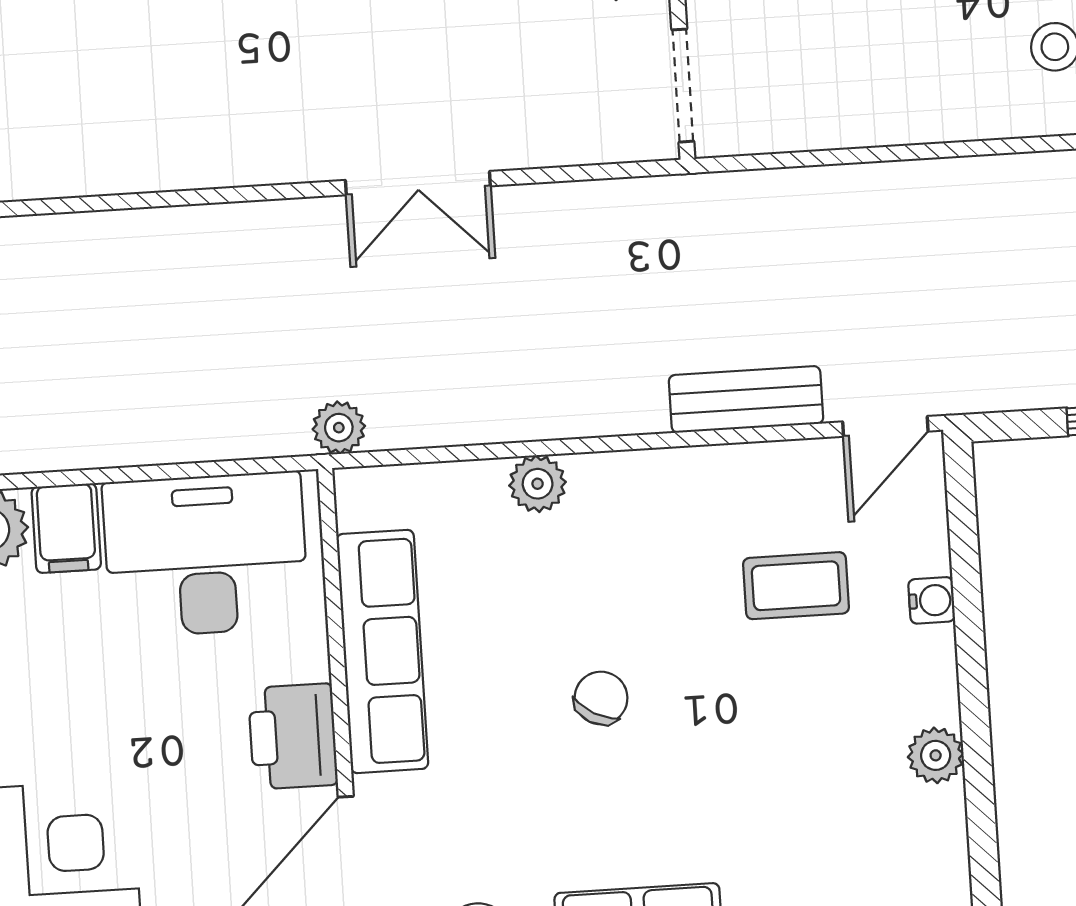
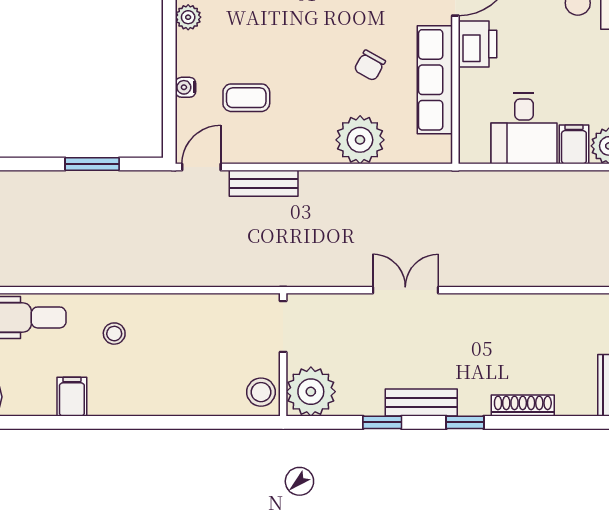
plant: (339, 428) -> (448, 182), removed
plant: (538, 484) -> (360, 140), width x1.87, depth x1.87
desk: (206, 554) -> (524, 129), width x0.73
chair: (601, 698) -> (370, 65), moved

